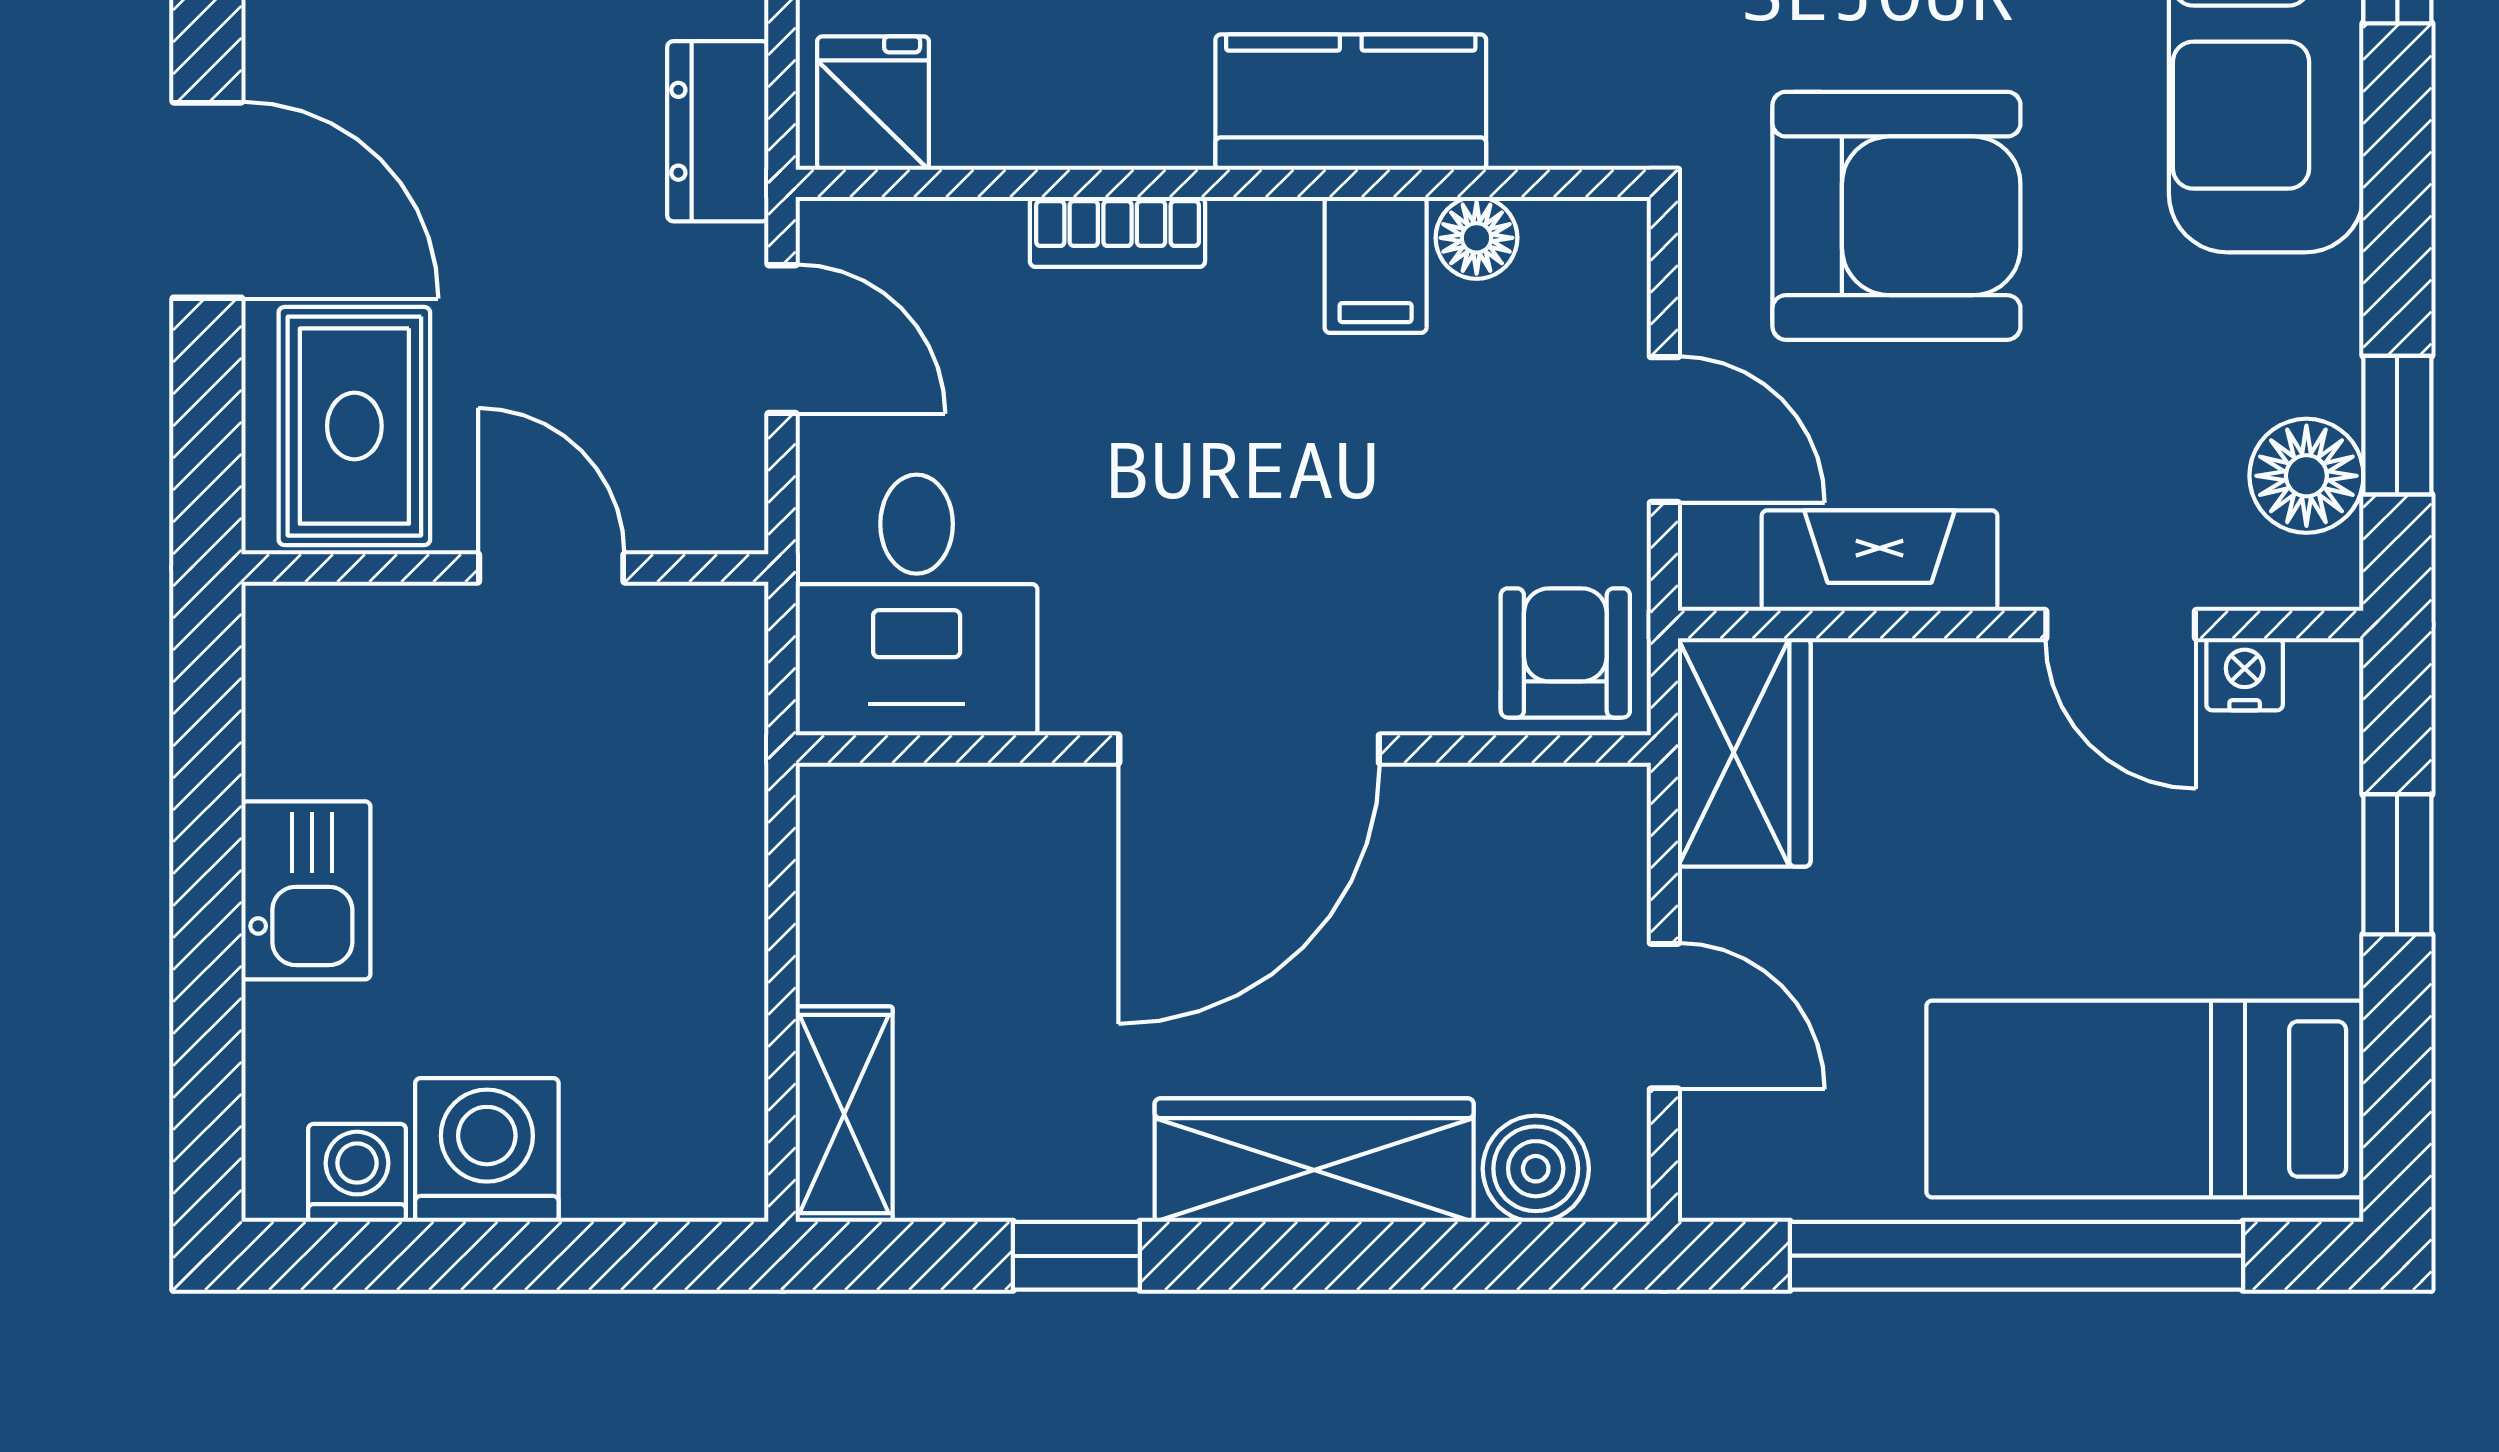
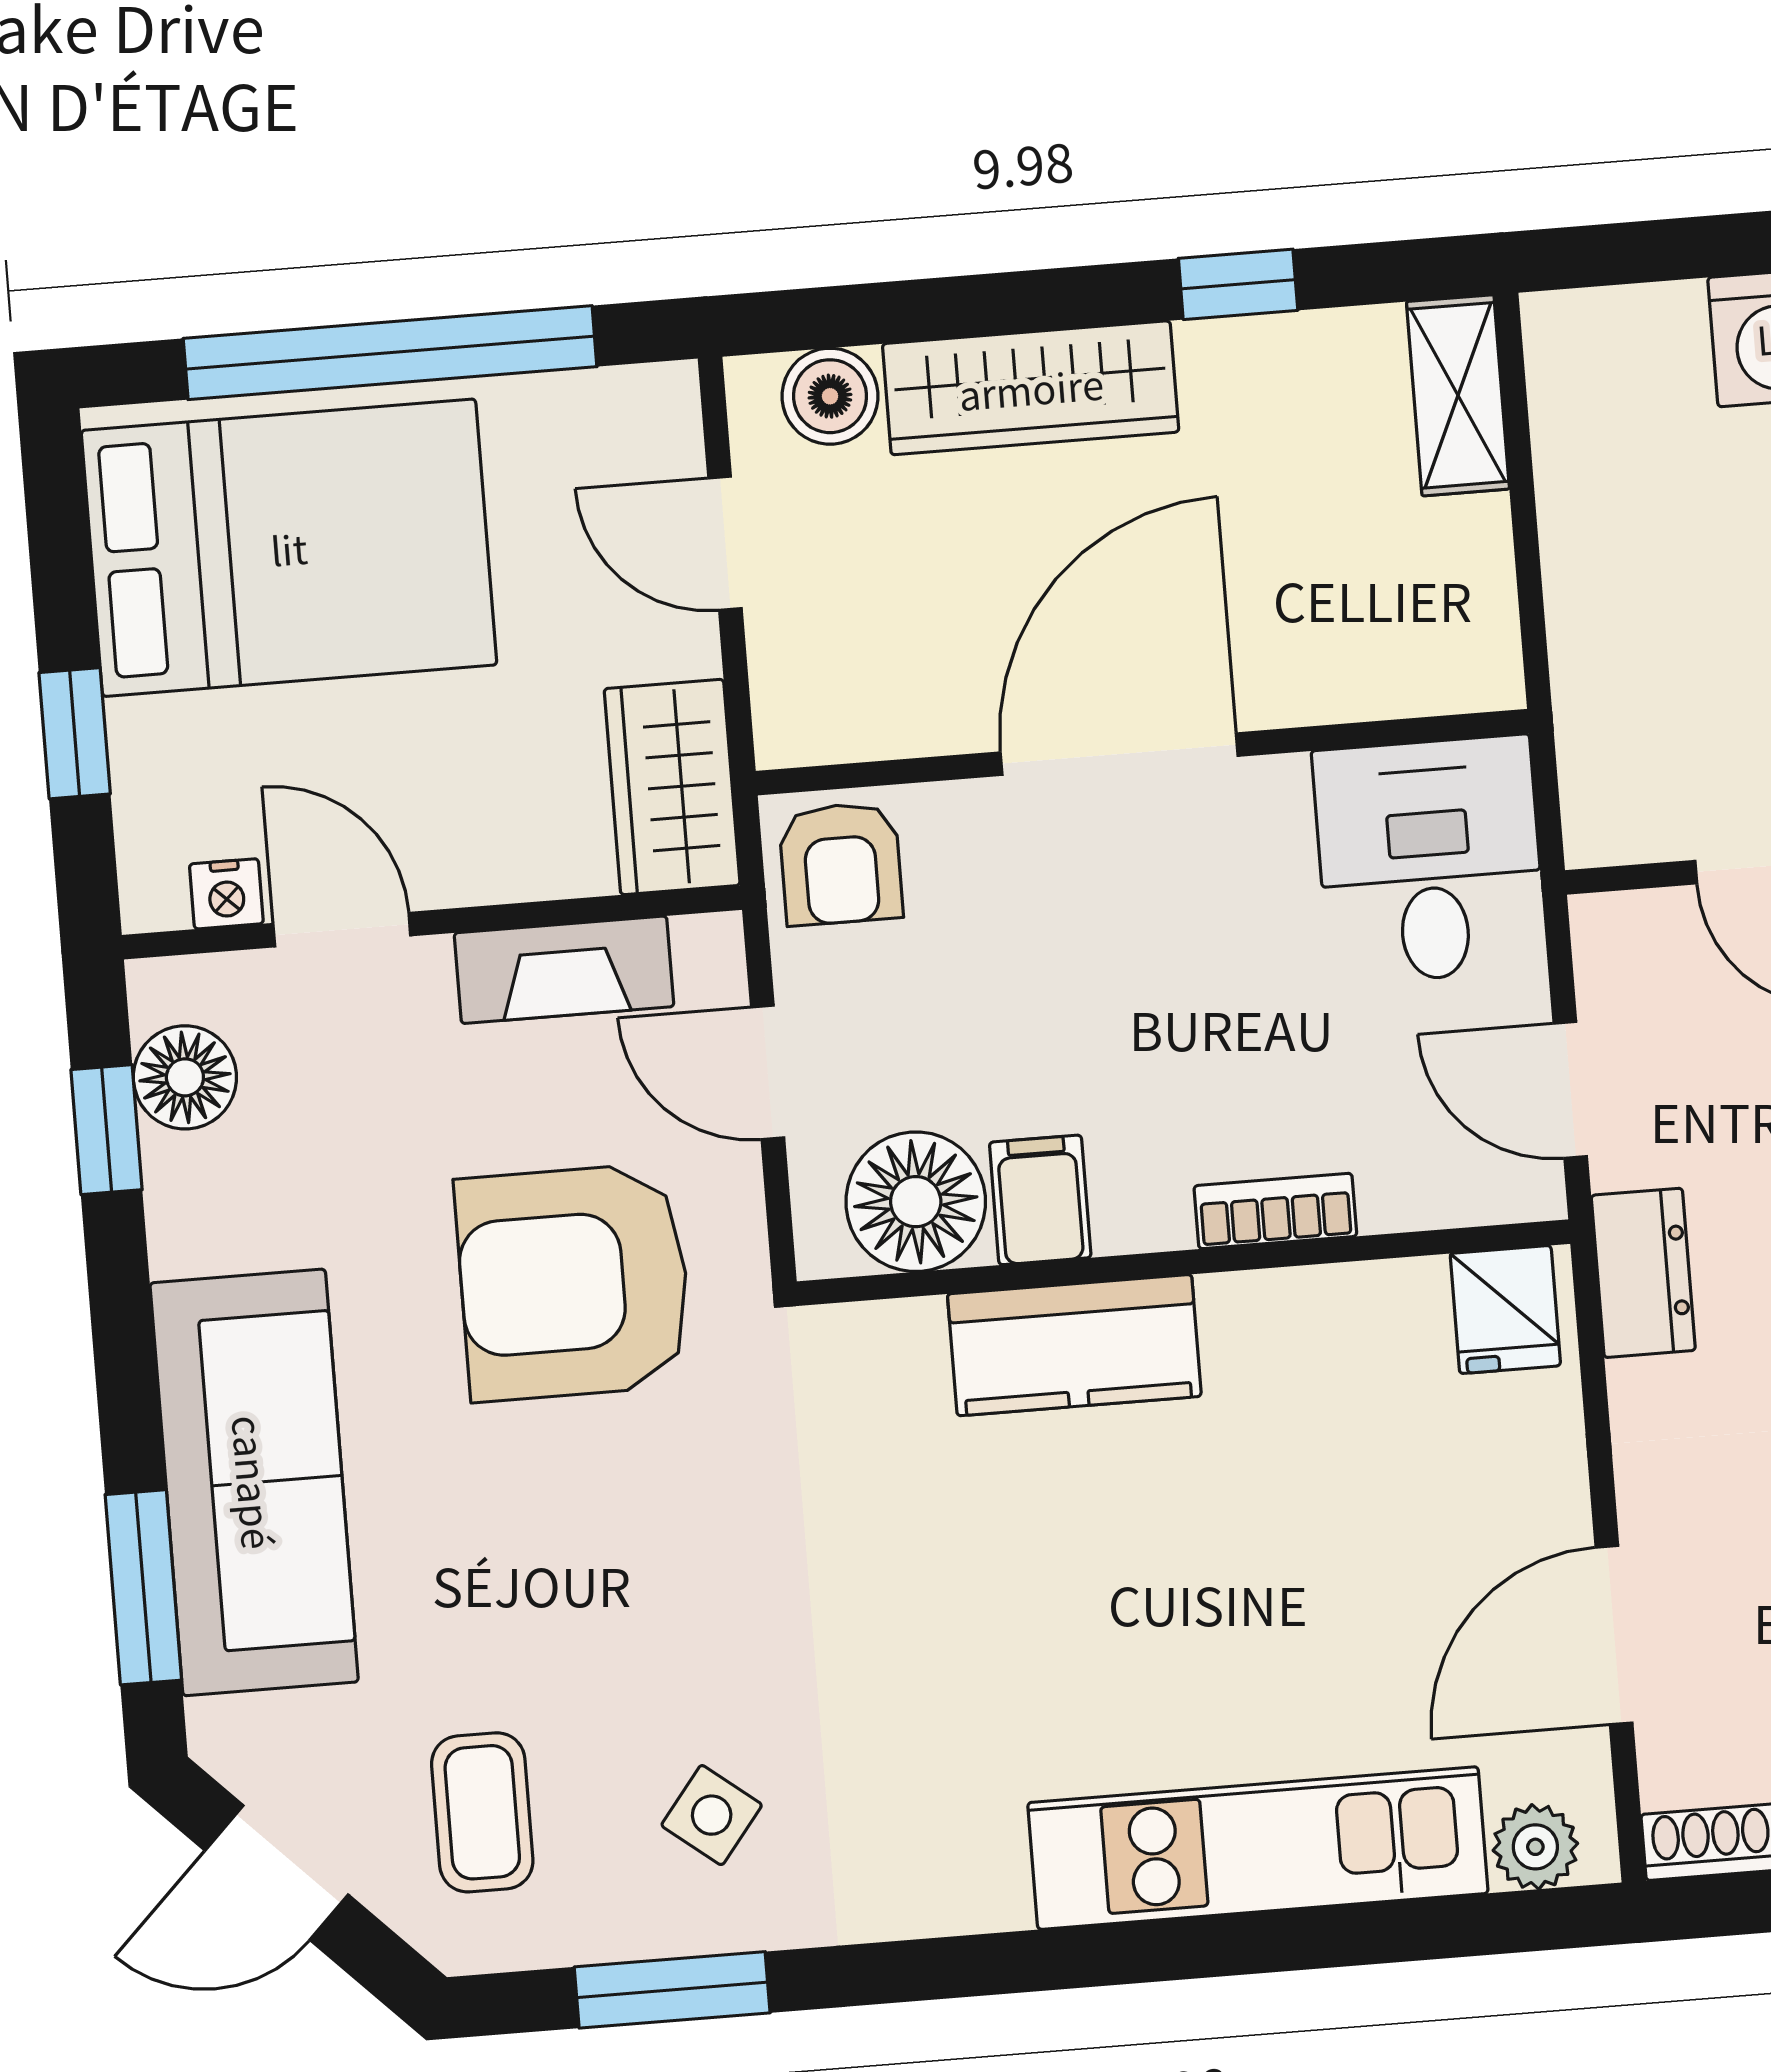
floor lamp: (1477, 238) -> (916, 1202), width x1.89, depth x1.89
bed: (2145, 1099) -> (289, 548), width x1.50

